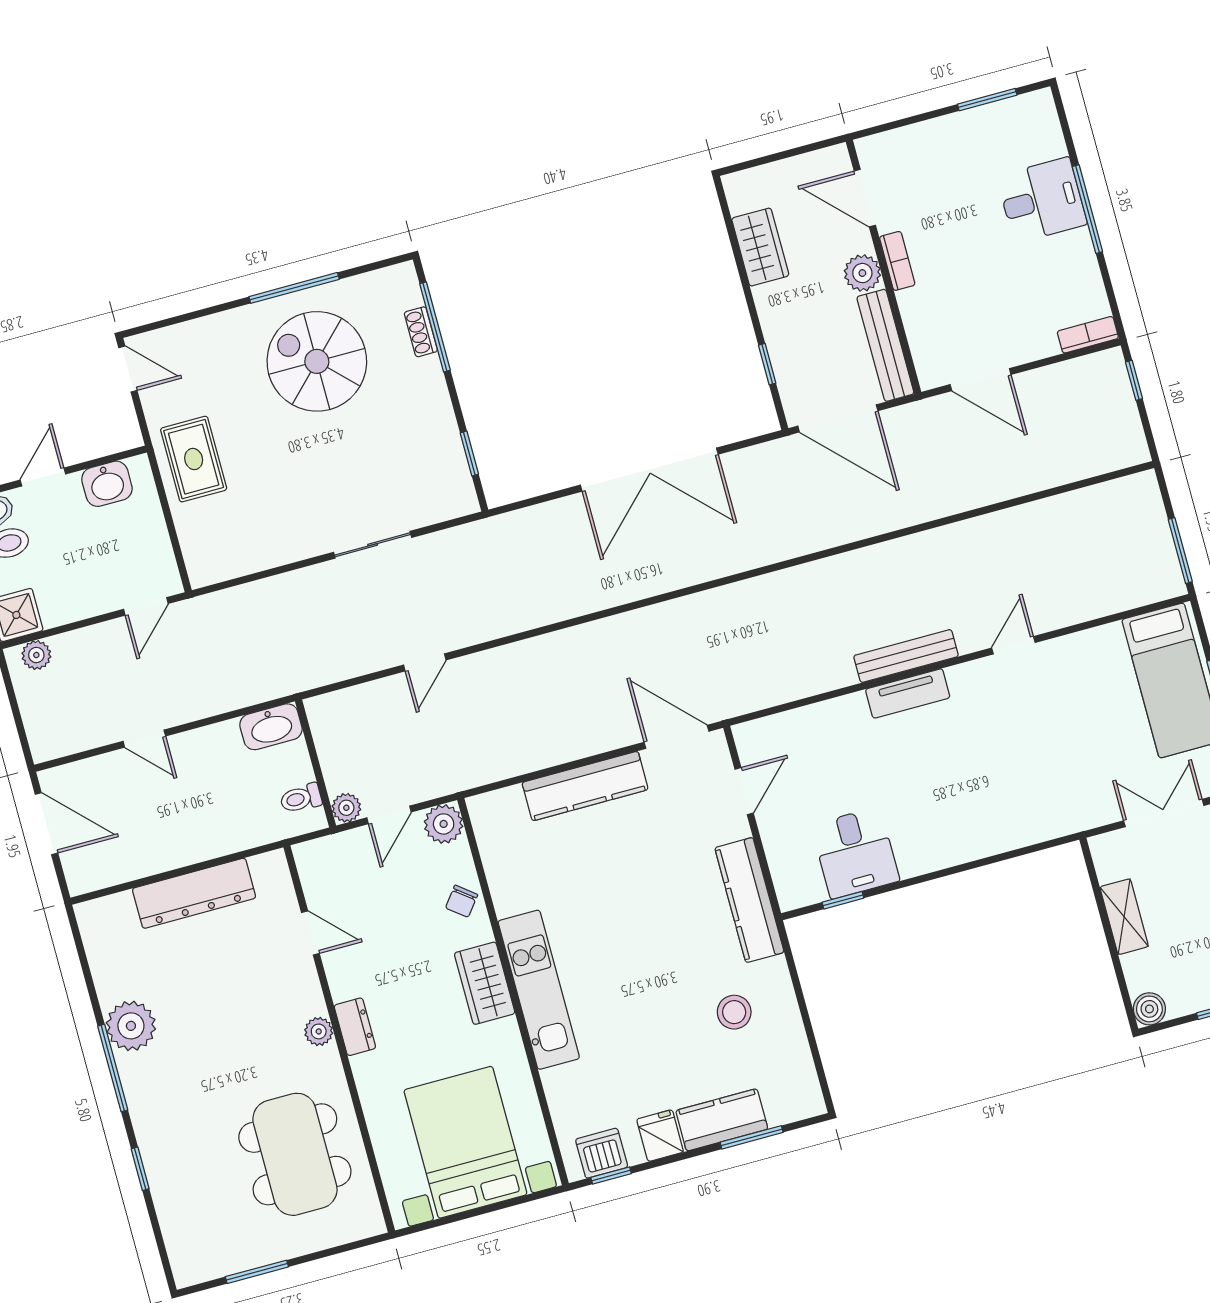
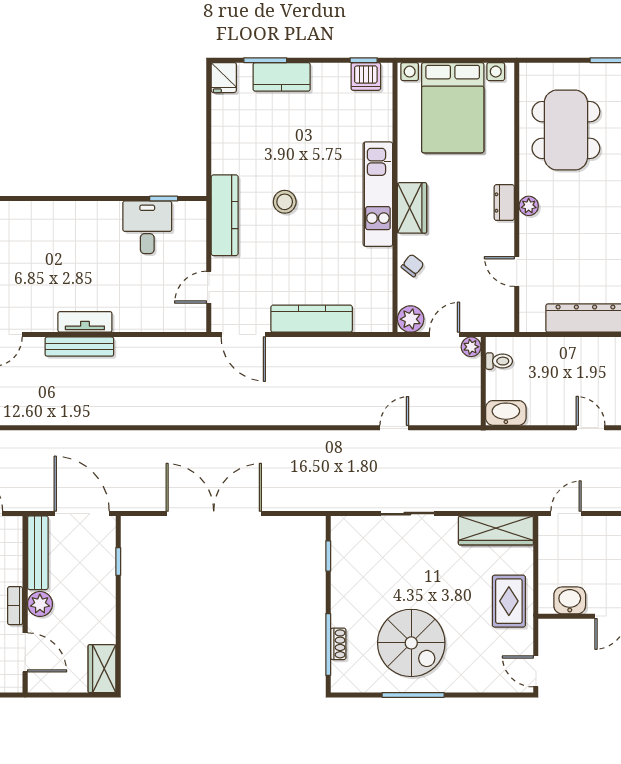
wardrobe: (760, 247) -> (102, 669), moved
wardrobe: (240, 555) -> (496, 530), added
stool: (734, 1012) -> (285, 202), moved
fridge: (660, 1136) -> (224, 78), moved

